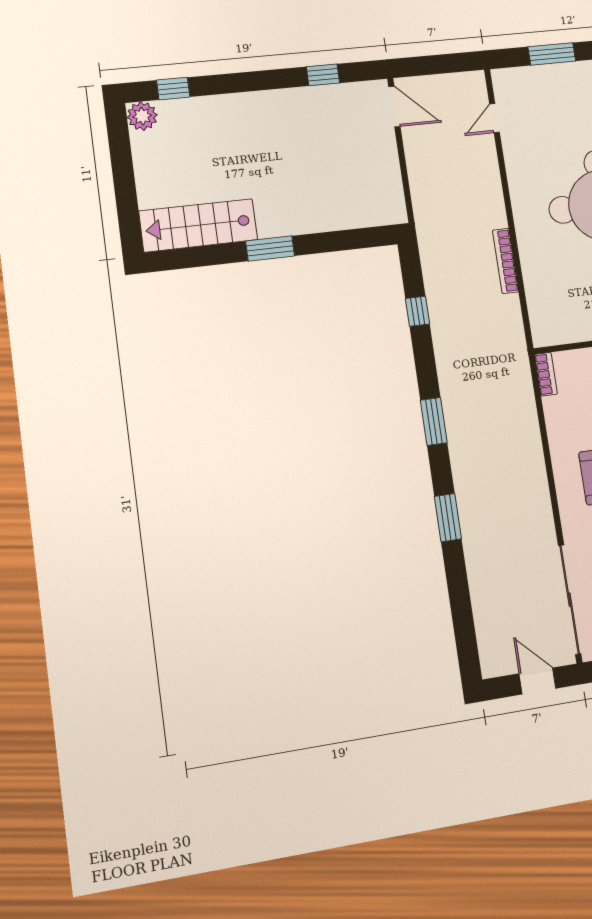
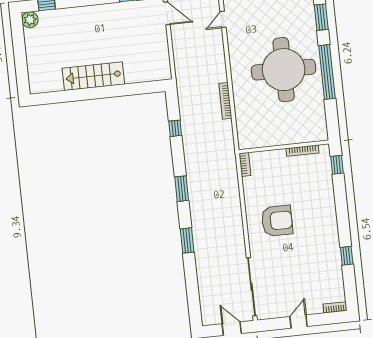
stairs: (198, 225) -> (93, 76), moved
window: (270, 249) -> (96, 93), removed

